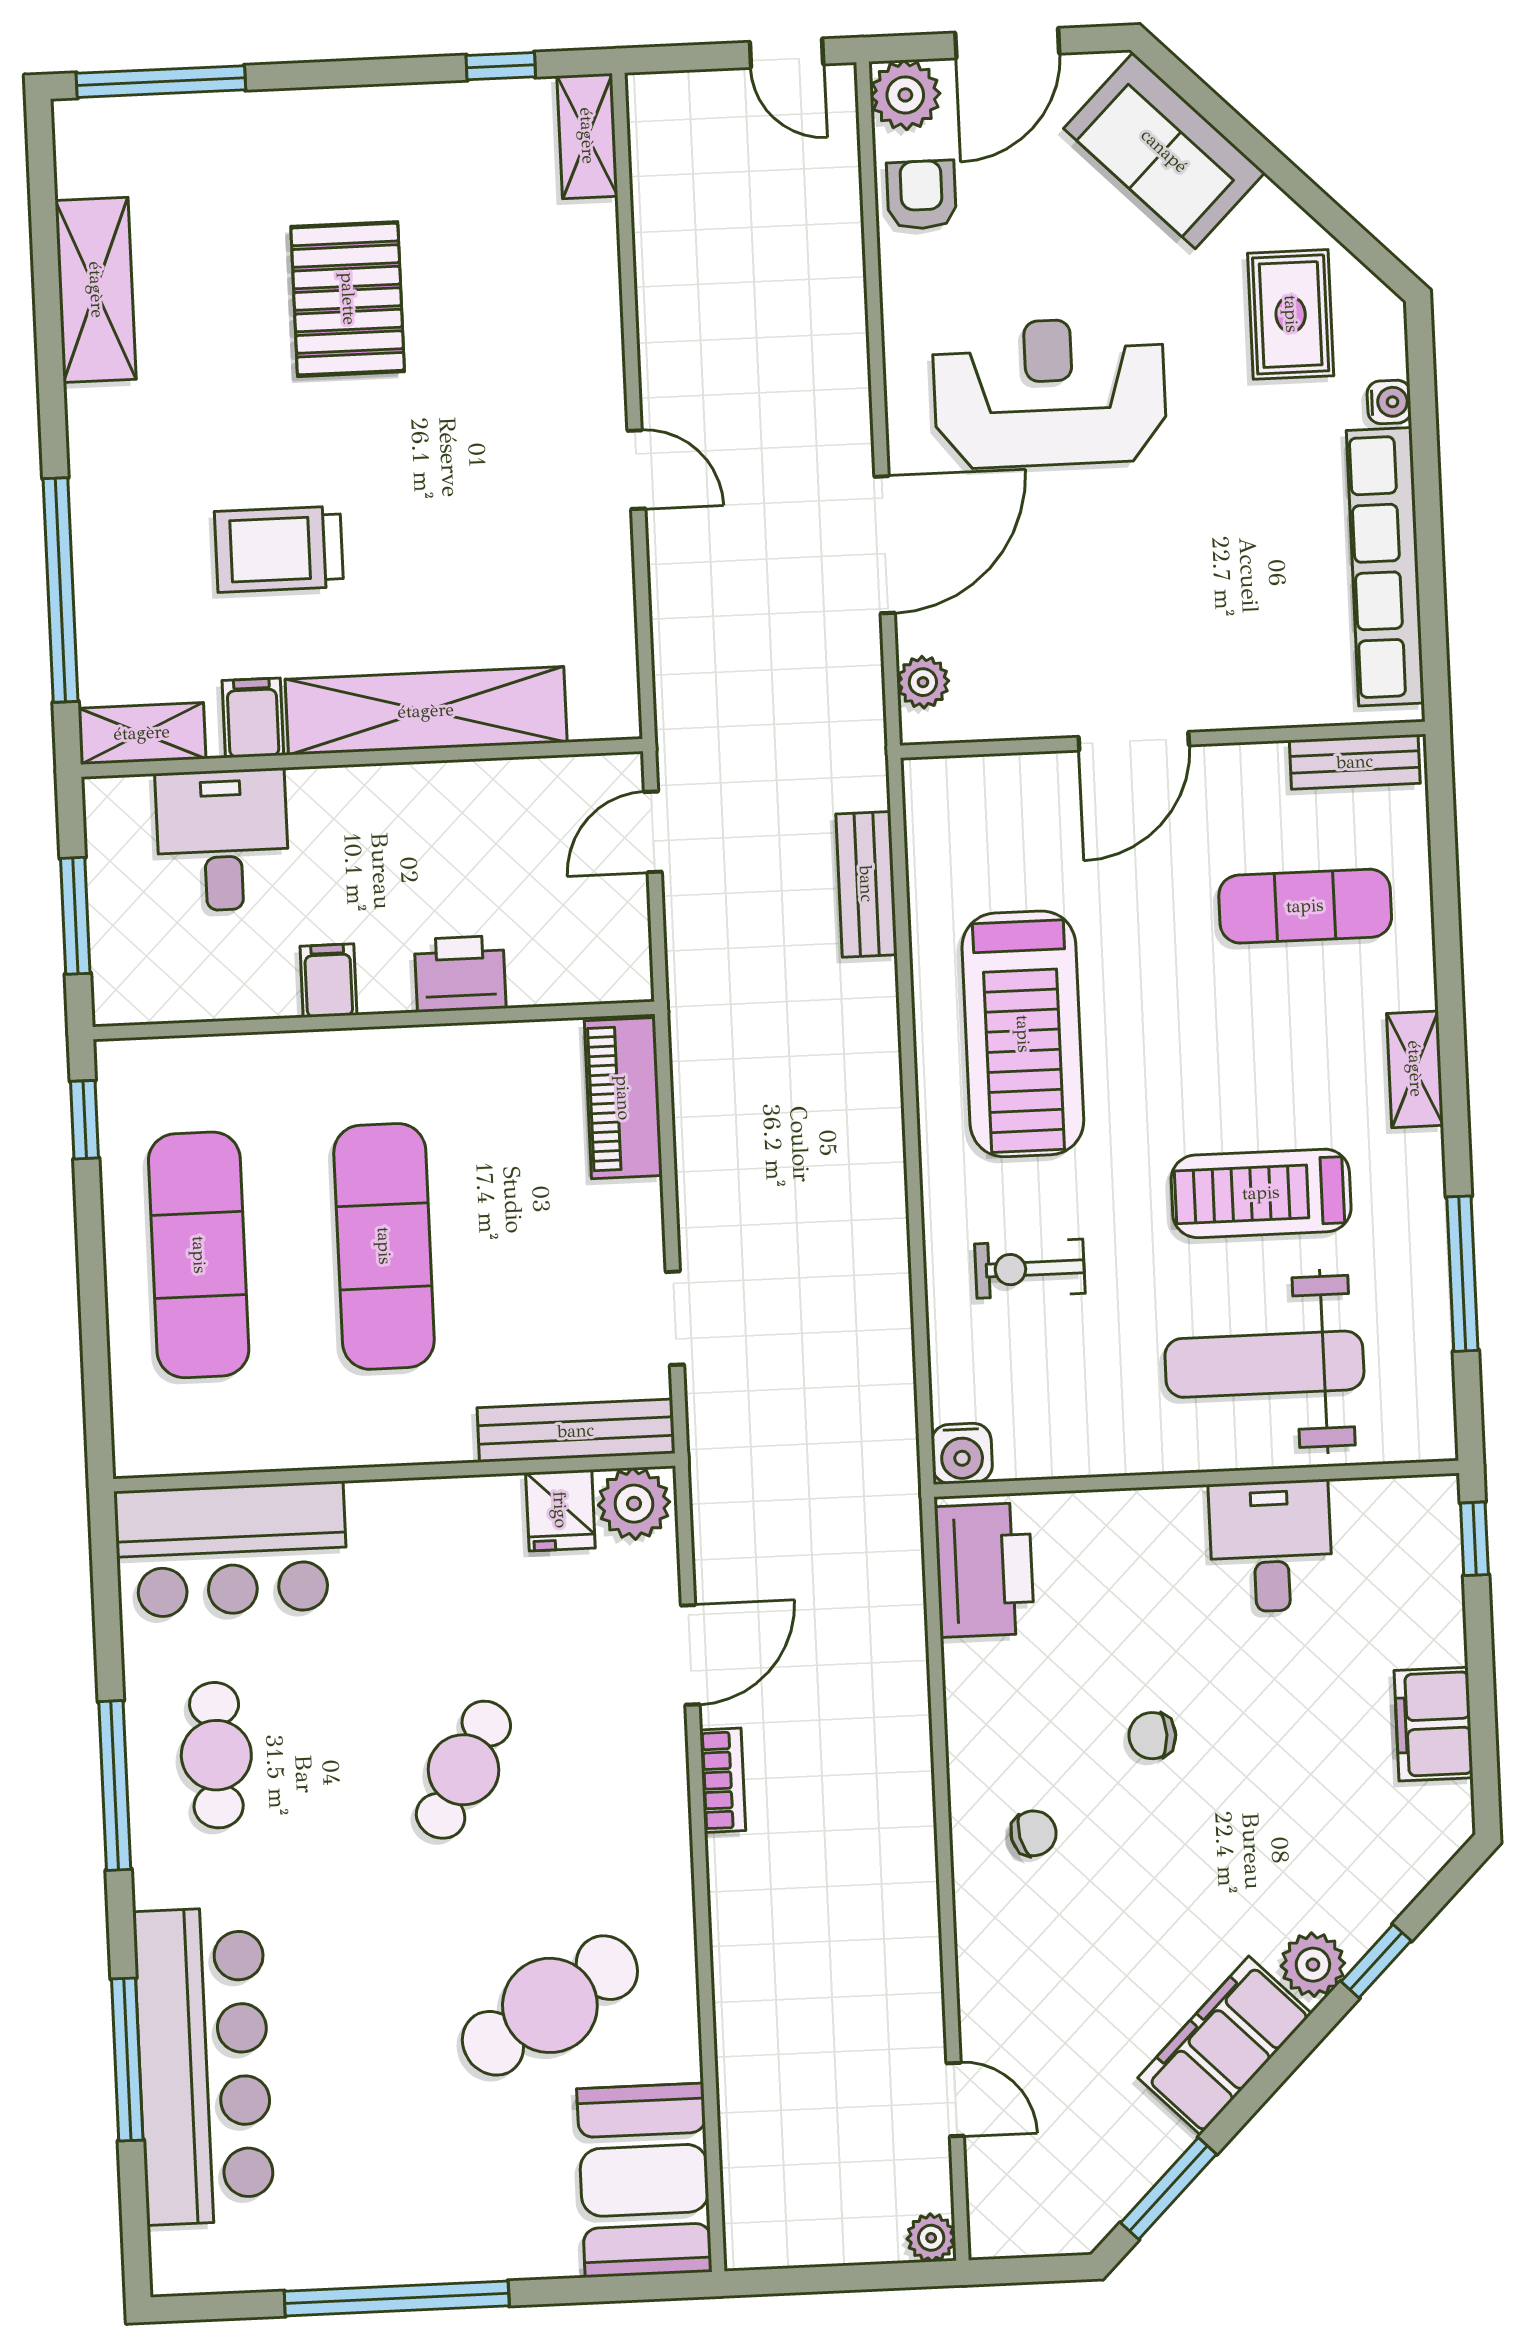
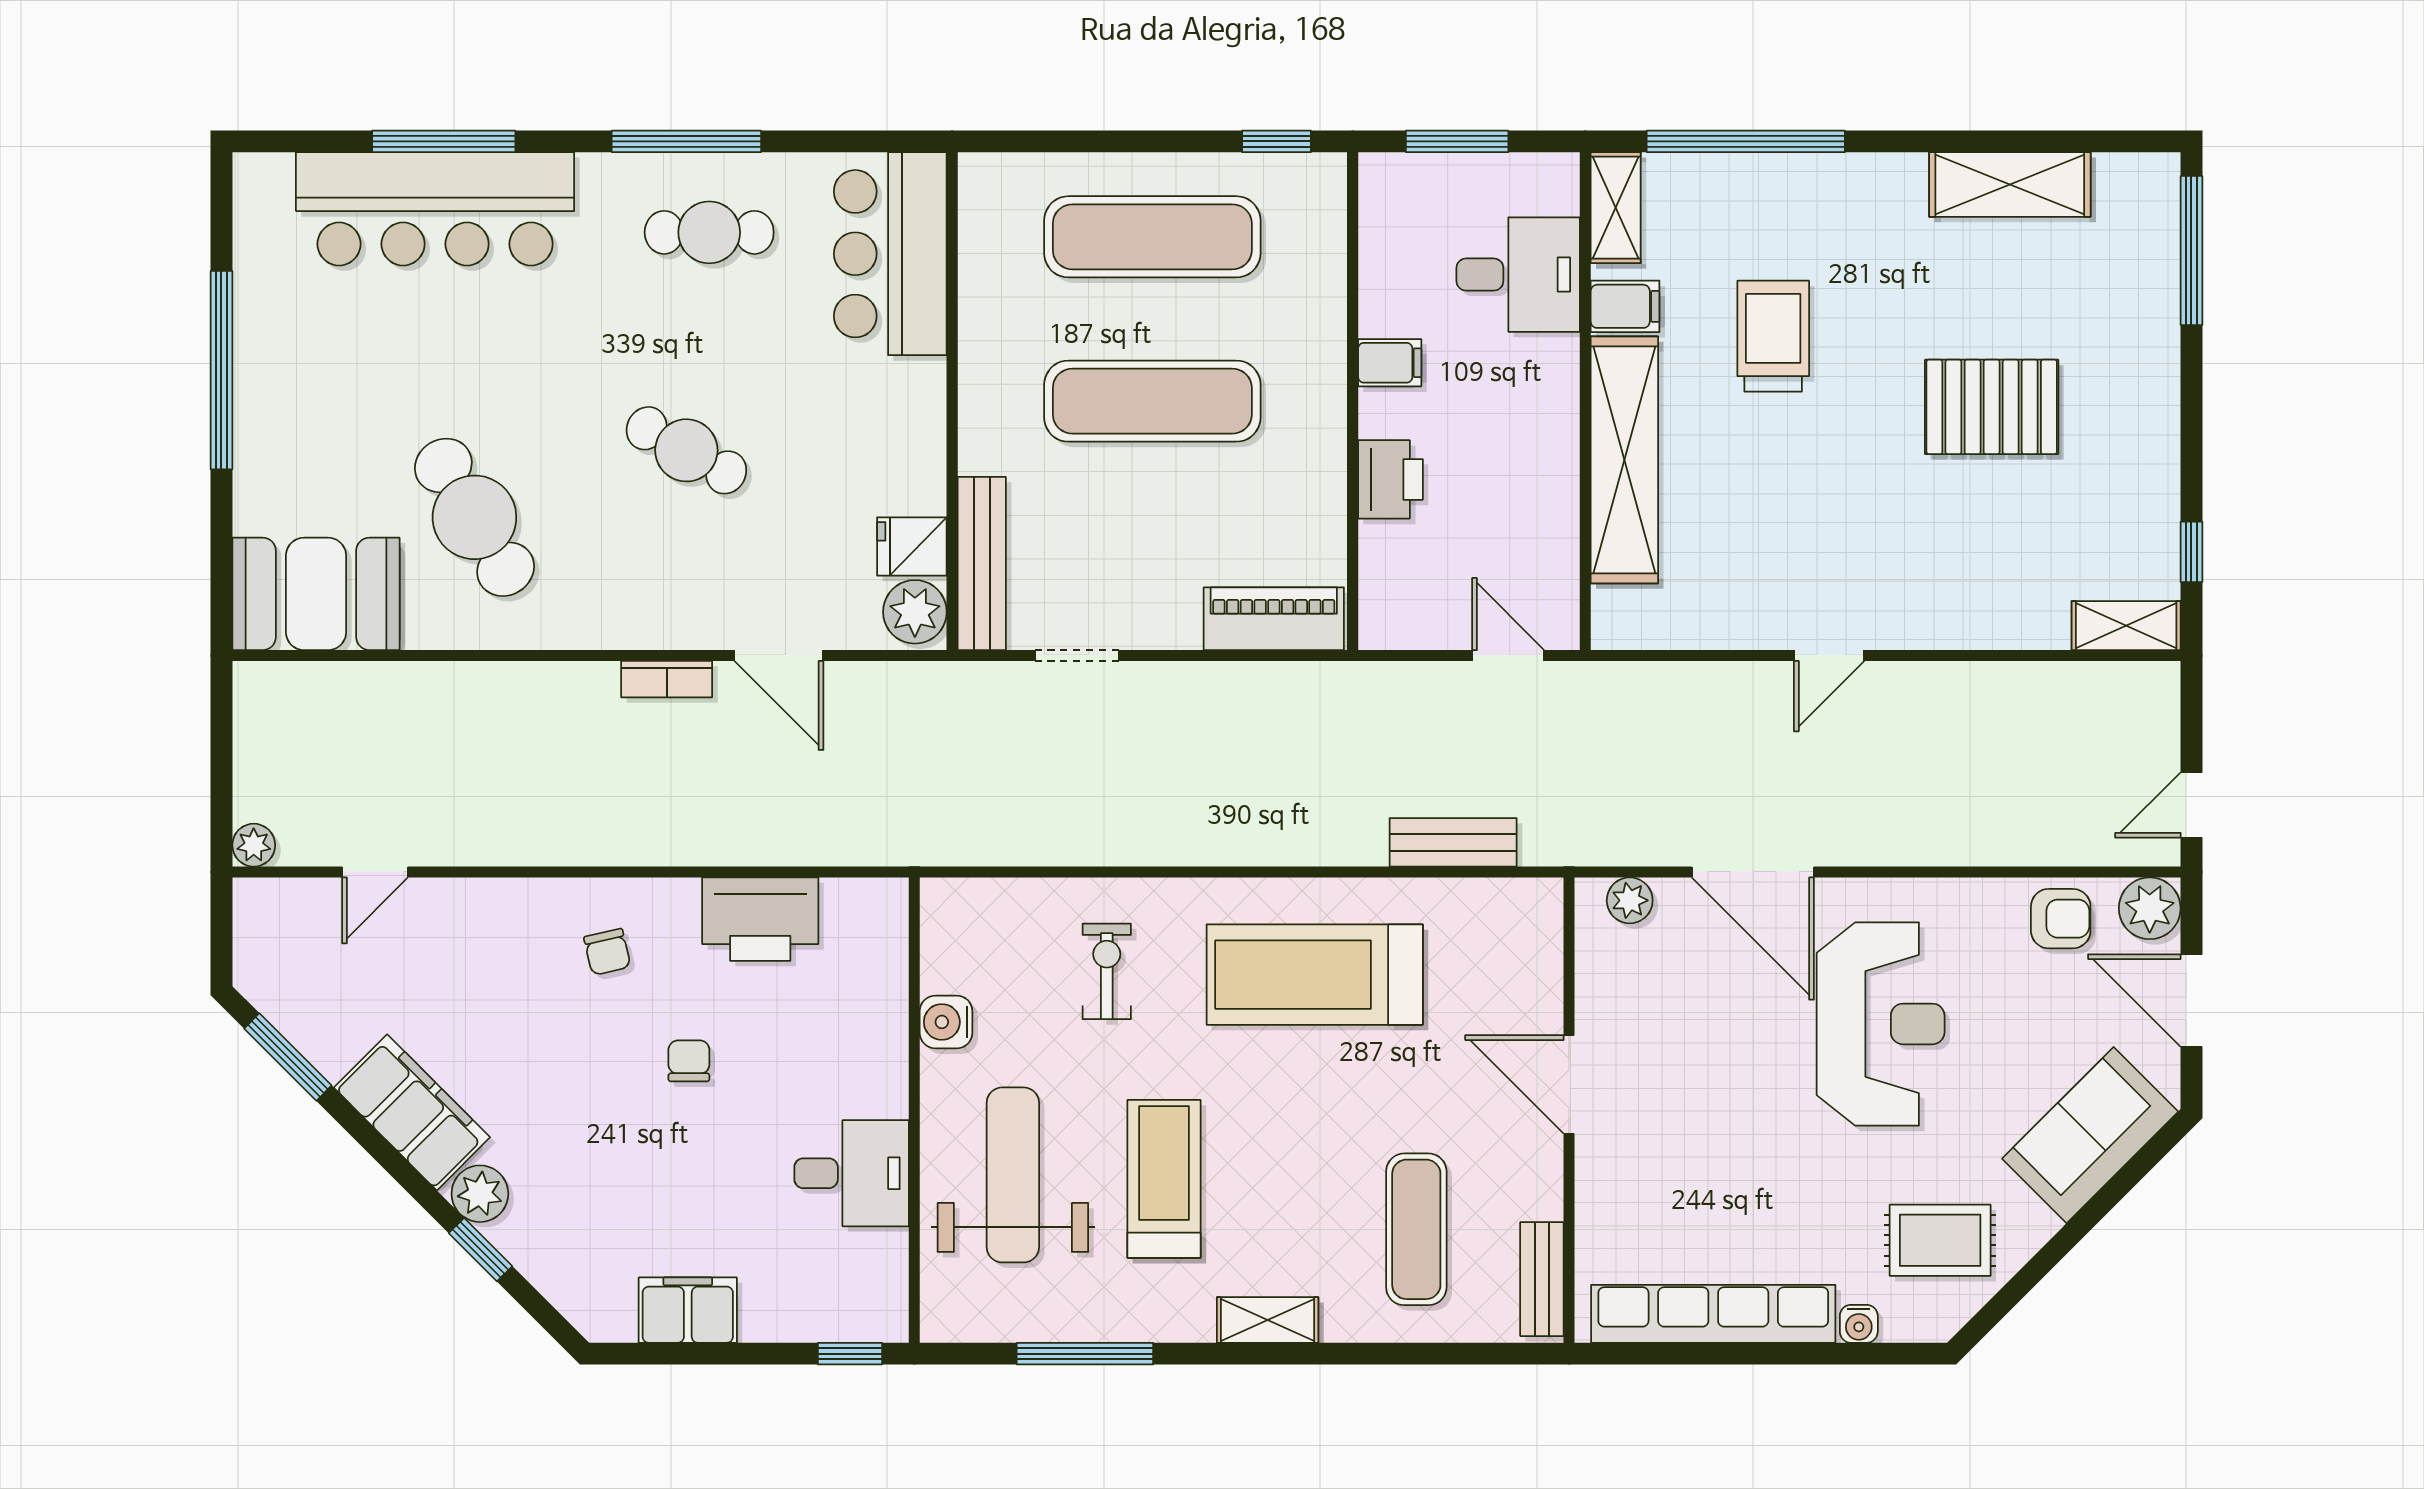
water cooler: (962, 1453) -> (946, 1022), moved
printer: (984, 1570) -> (760, 919), moved

